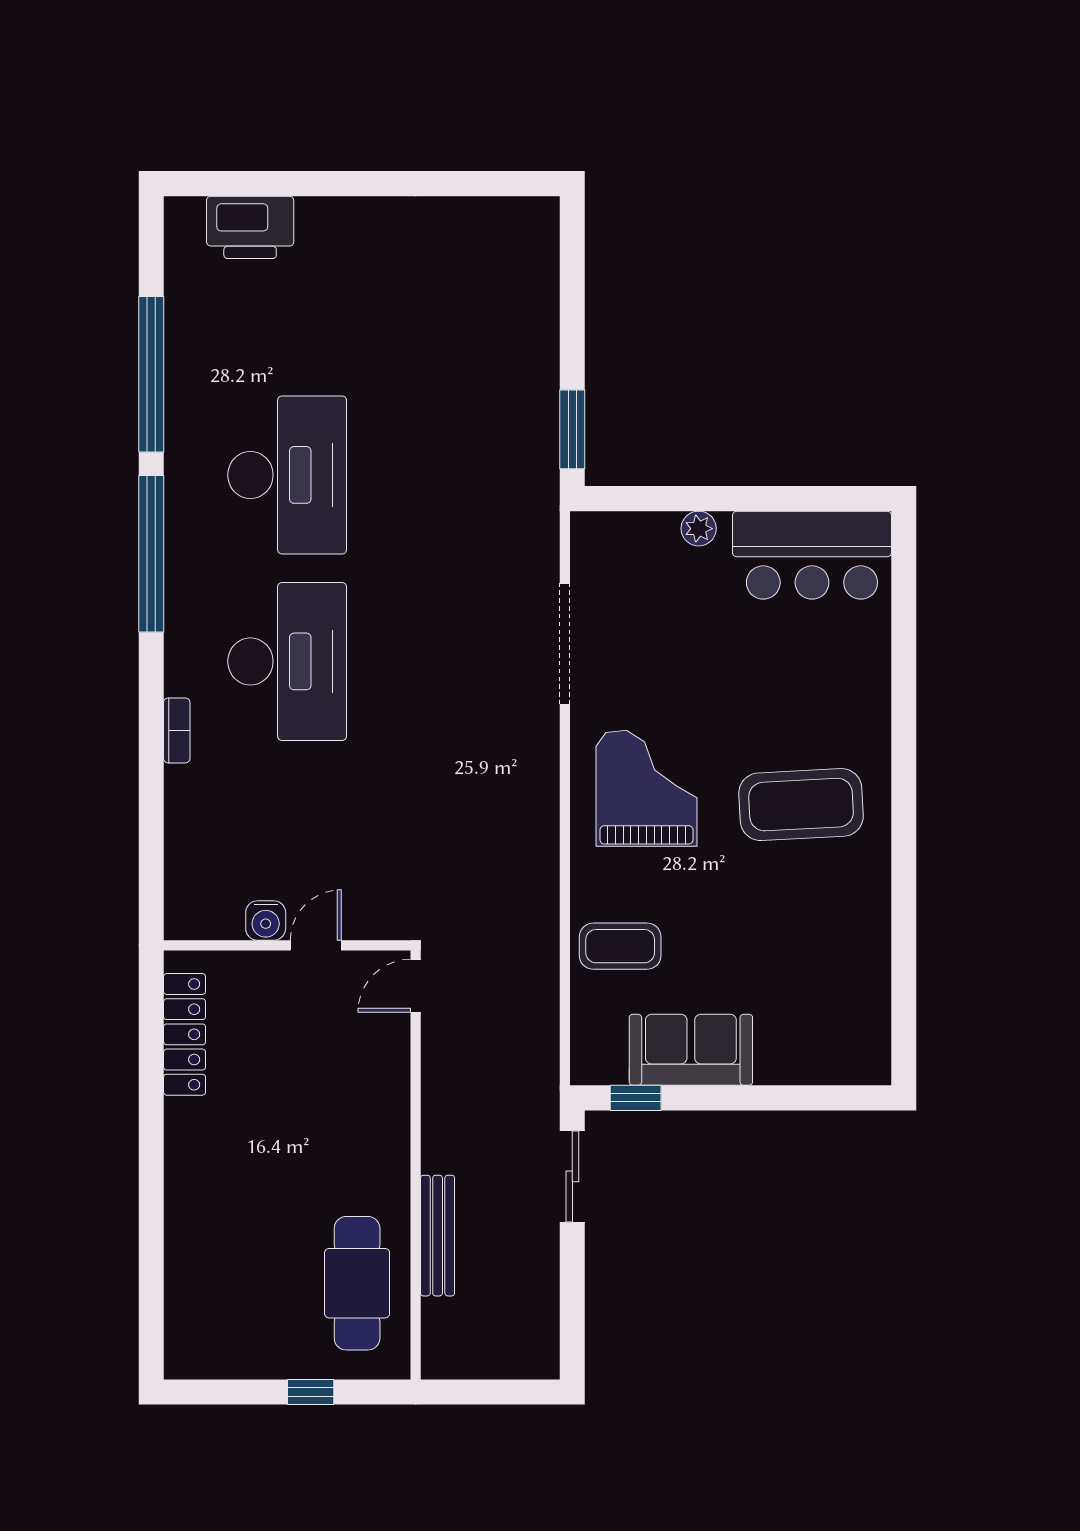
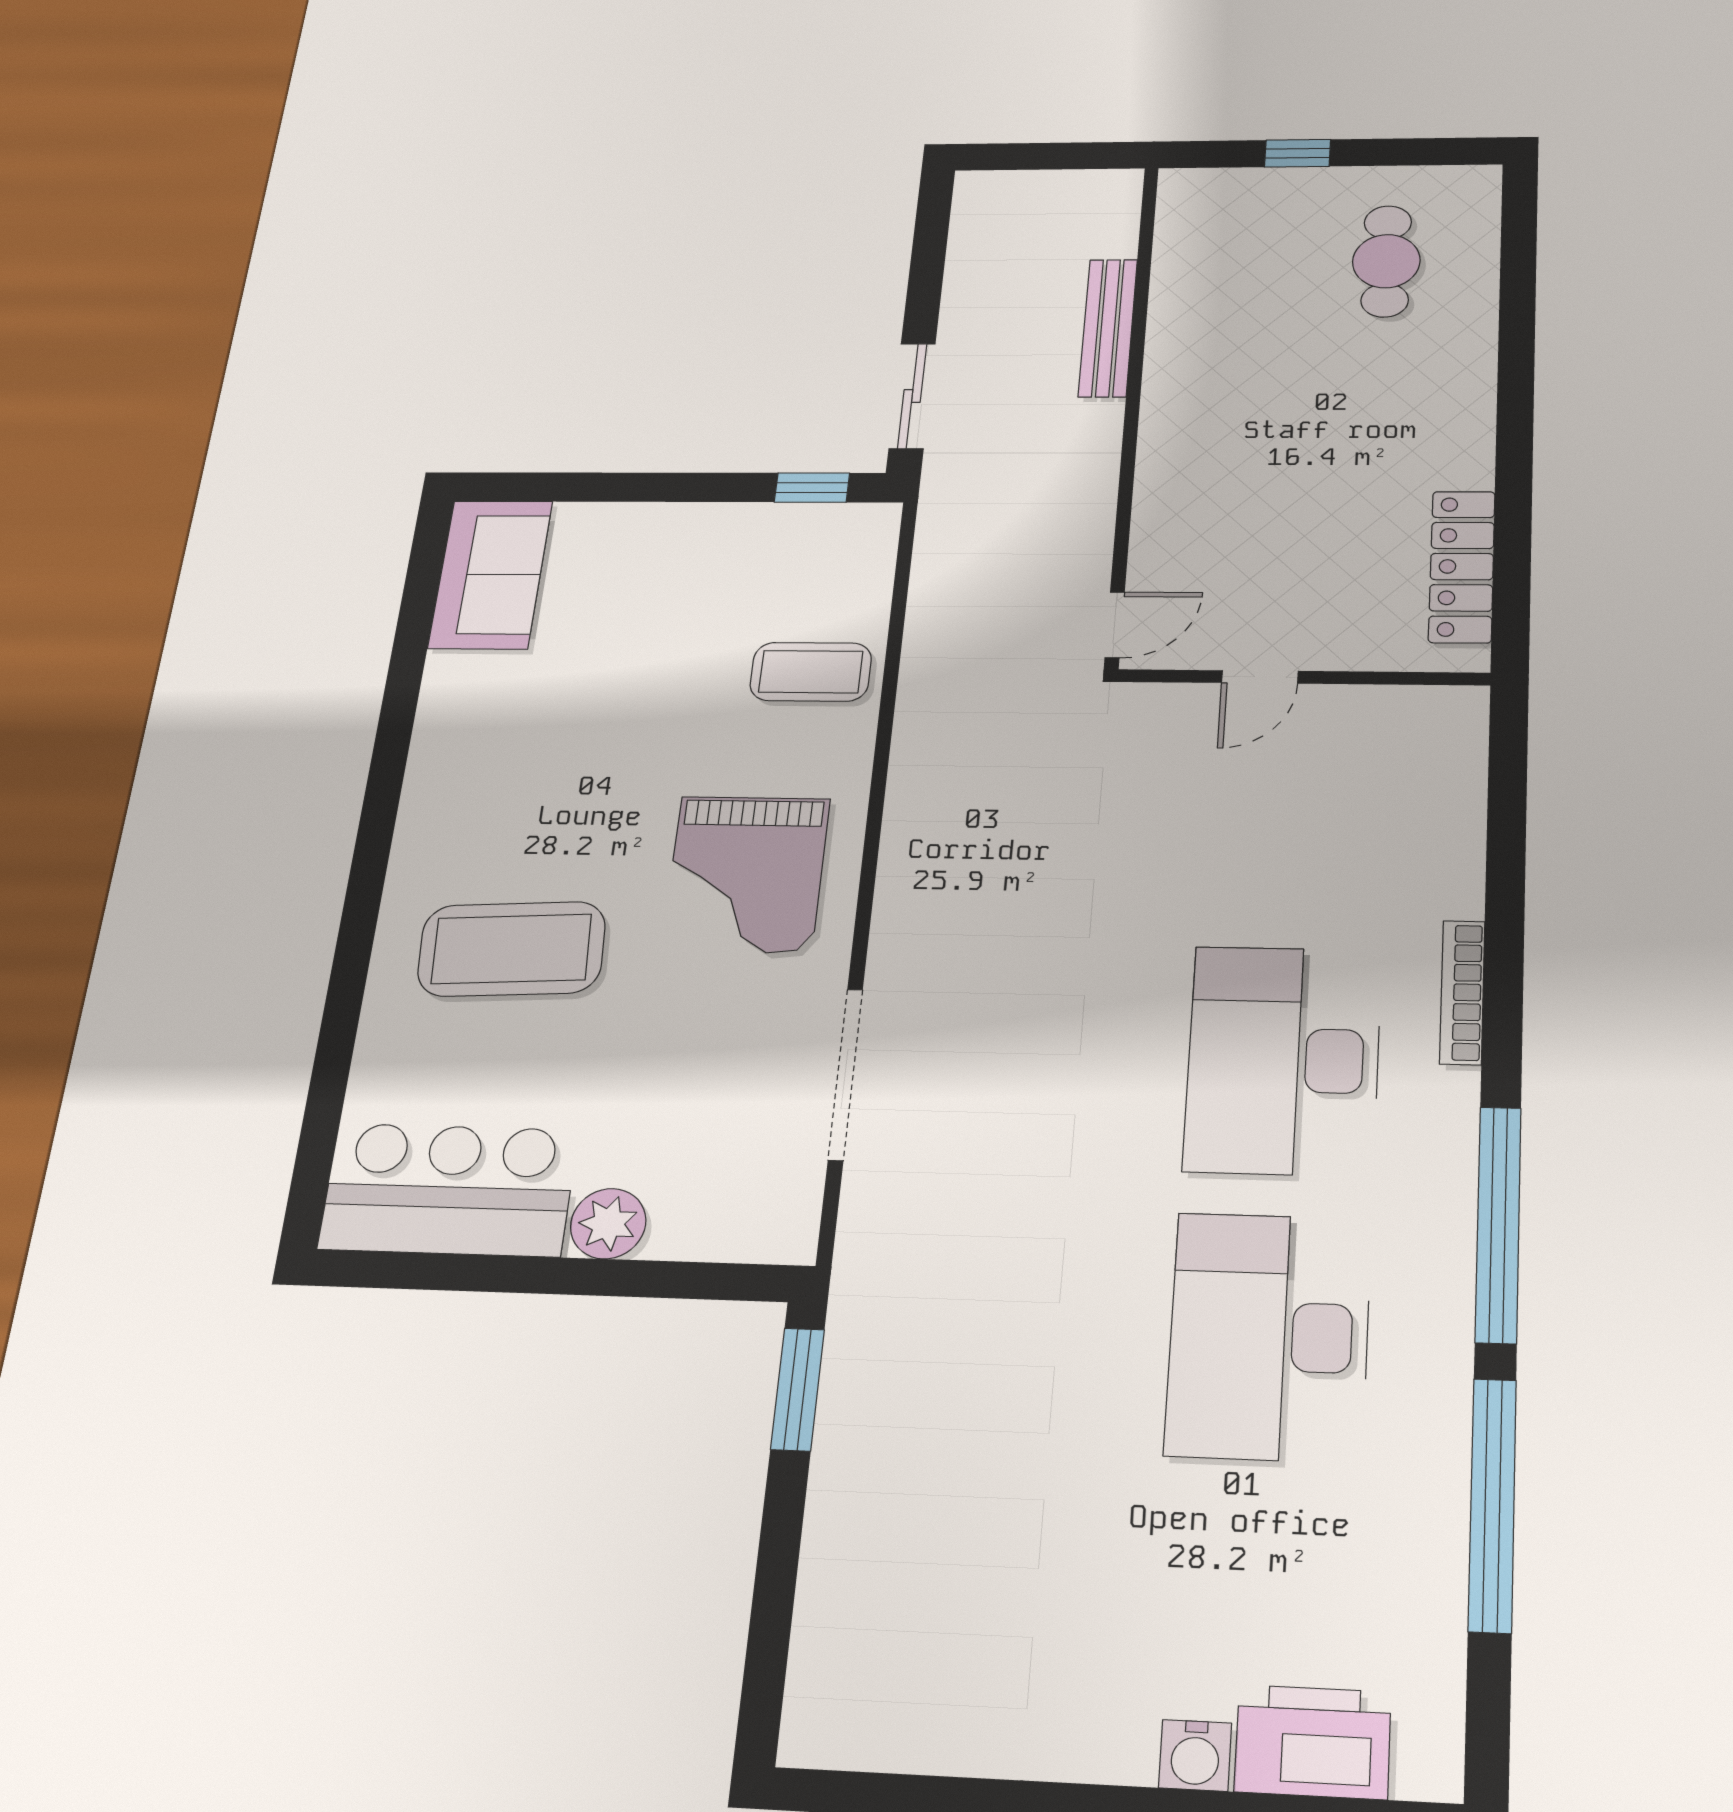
plant: (699, 529) -> (608, 1224), width x1.38, depth x1.38
bookcase: (177, 730) -> (1462, 992), width x1.56
coffee table: (801, 805) -> (511, 949), moved
water cooler: (266, 921) -> (1195, 1755), moved, turned 180
sofa: (691, 1050) -> (490, 574), moved, turned -90
cafe table: (357, 1283) -> (1386, 261), moved, width x0.73, depth x0.74

